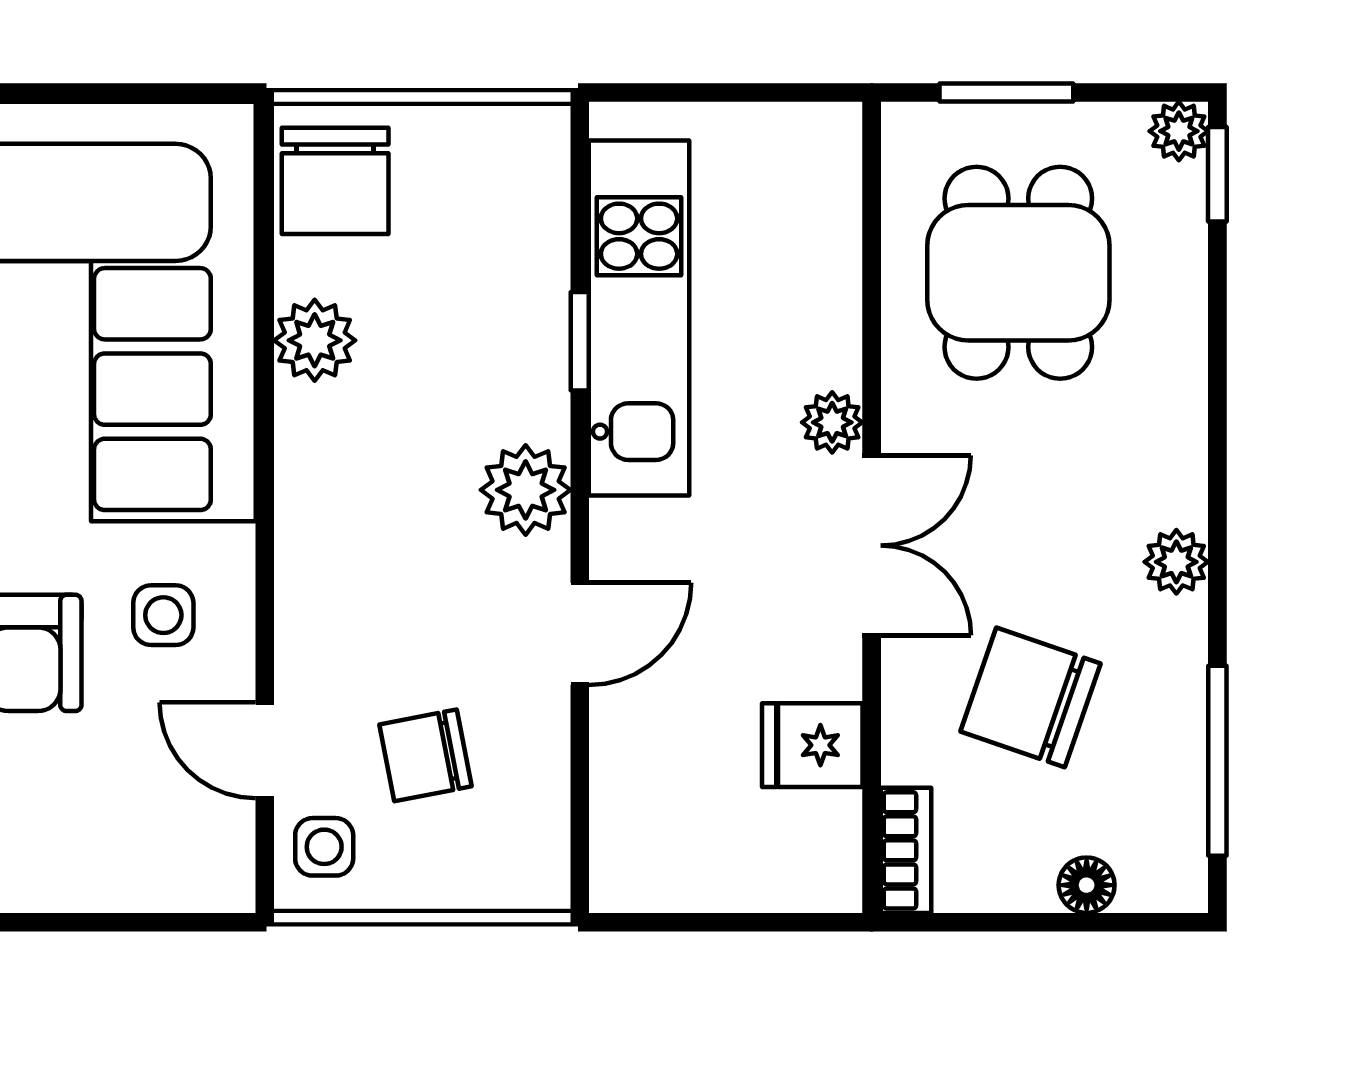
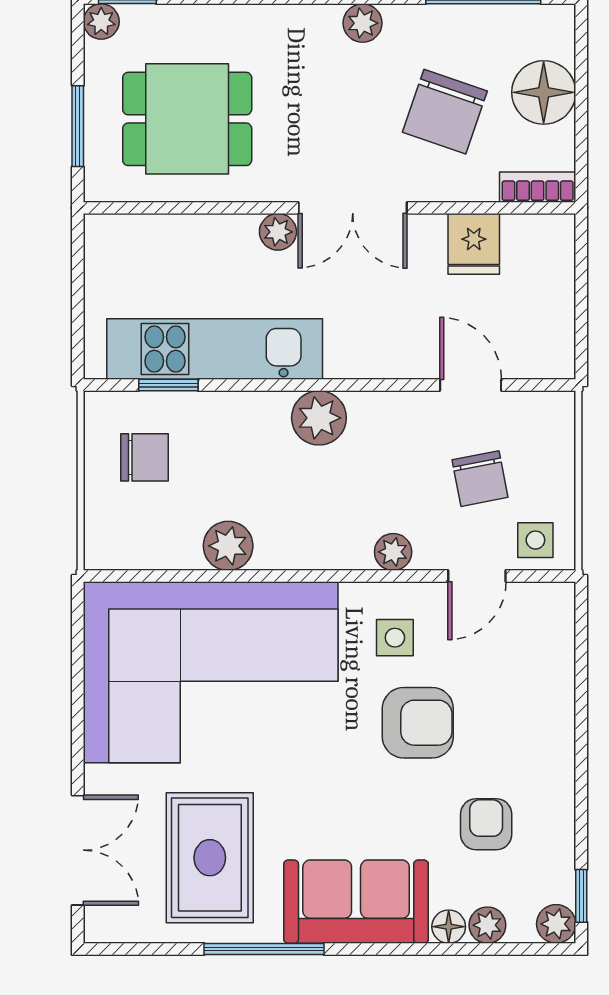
chair: (335, 181) -> (144, 457), moved, width x0.73, depth x0.73
window: (580, 341) -> (168, 385), moved
double door: (872, 545) -> (353, 208), swing flipped
plant: (305, 612) -> (393, 552), added
door: (580, 634) -> (471, 385), moved
floor lamp: (1087, 885) -> (544, 92), width x1.89, depth x1.89

